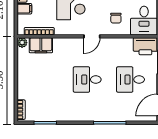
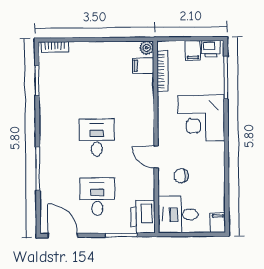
door: (92, 36) -> (156, 157), moved
filing cabinet: (41, 45) -> (143, 66), width x0.50

